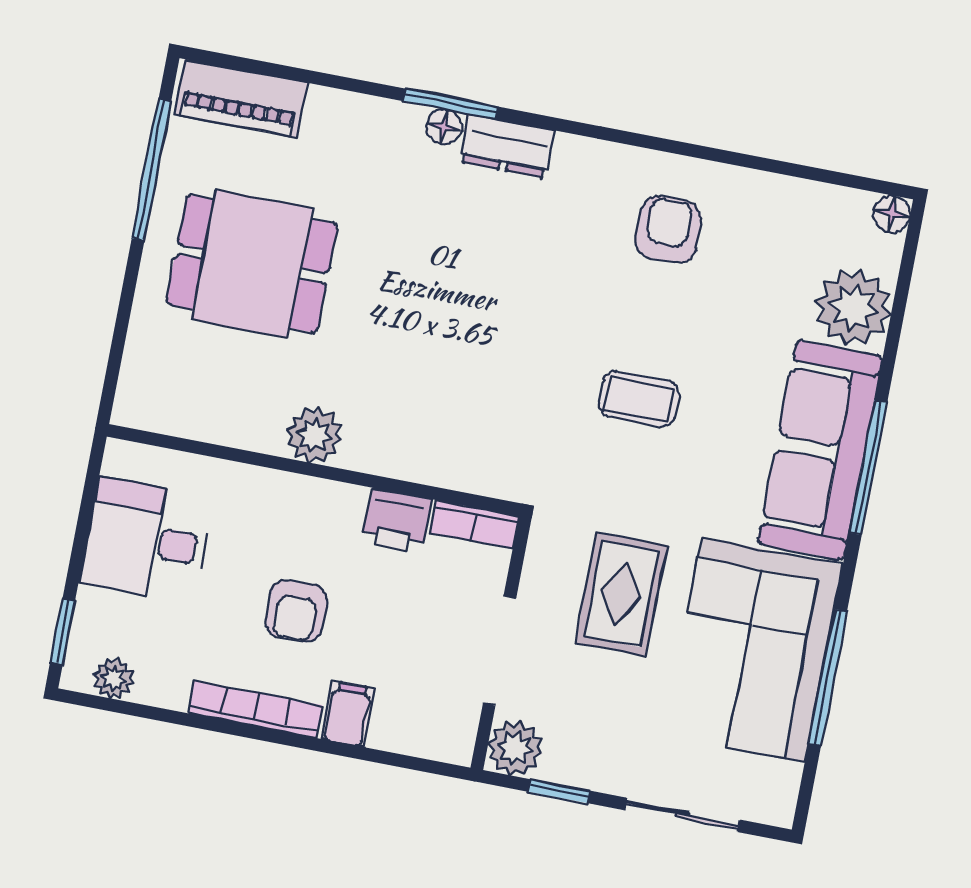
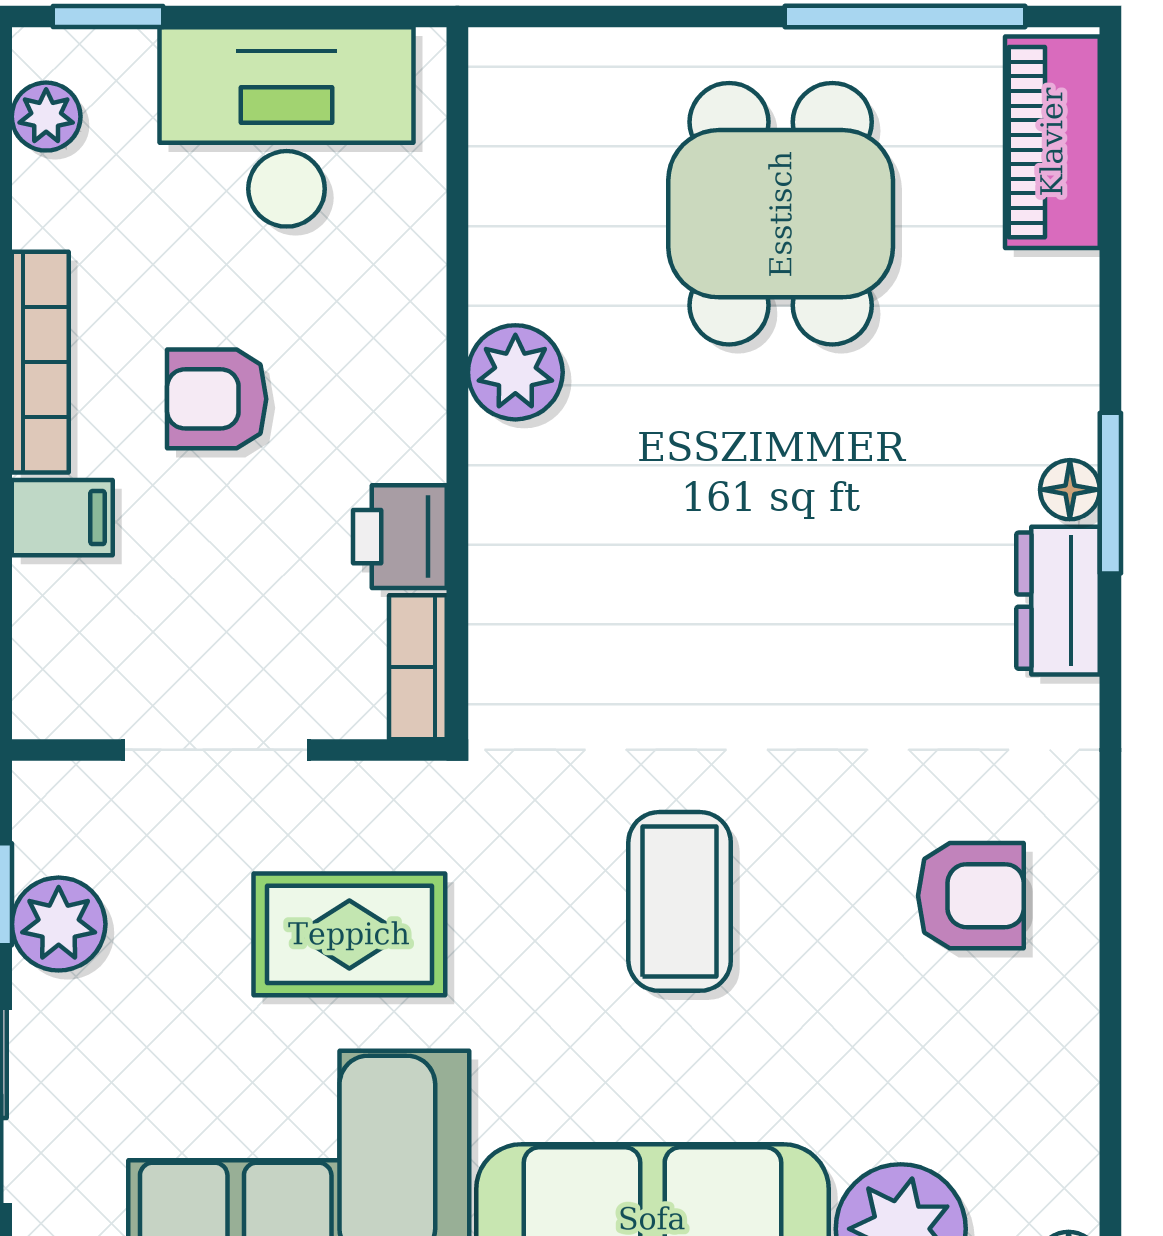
coffee table: (639, 399) -> (680, 901), width x1.36, depth x1.30
desk: (147, 540) -> (287, 127), width x1.37
plant: (515, 748) -> (59, 924), moved

